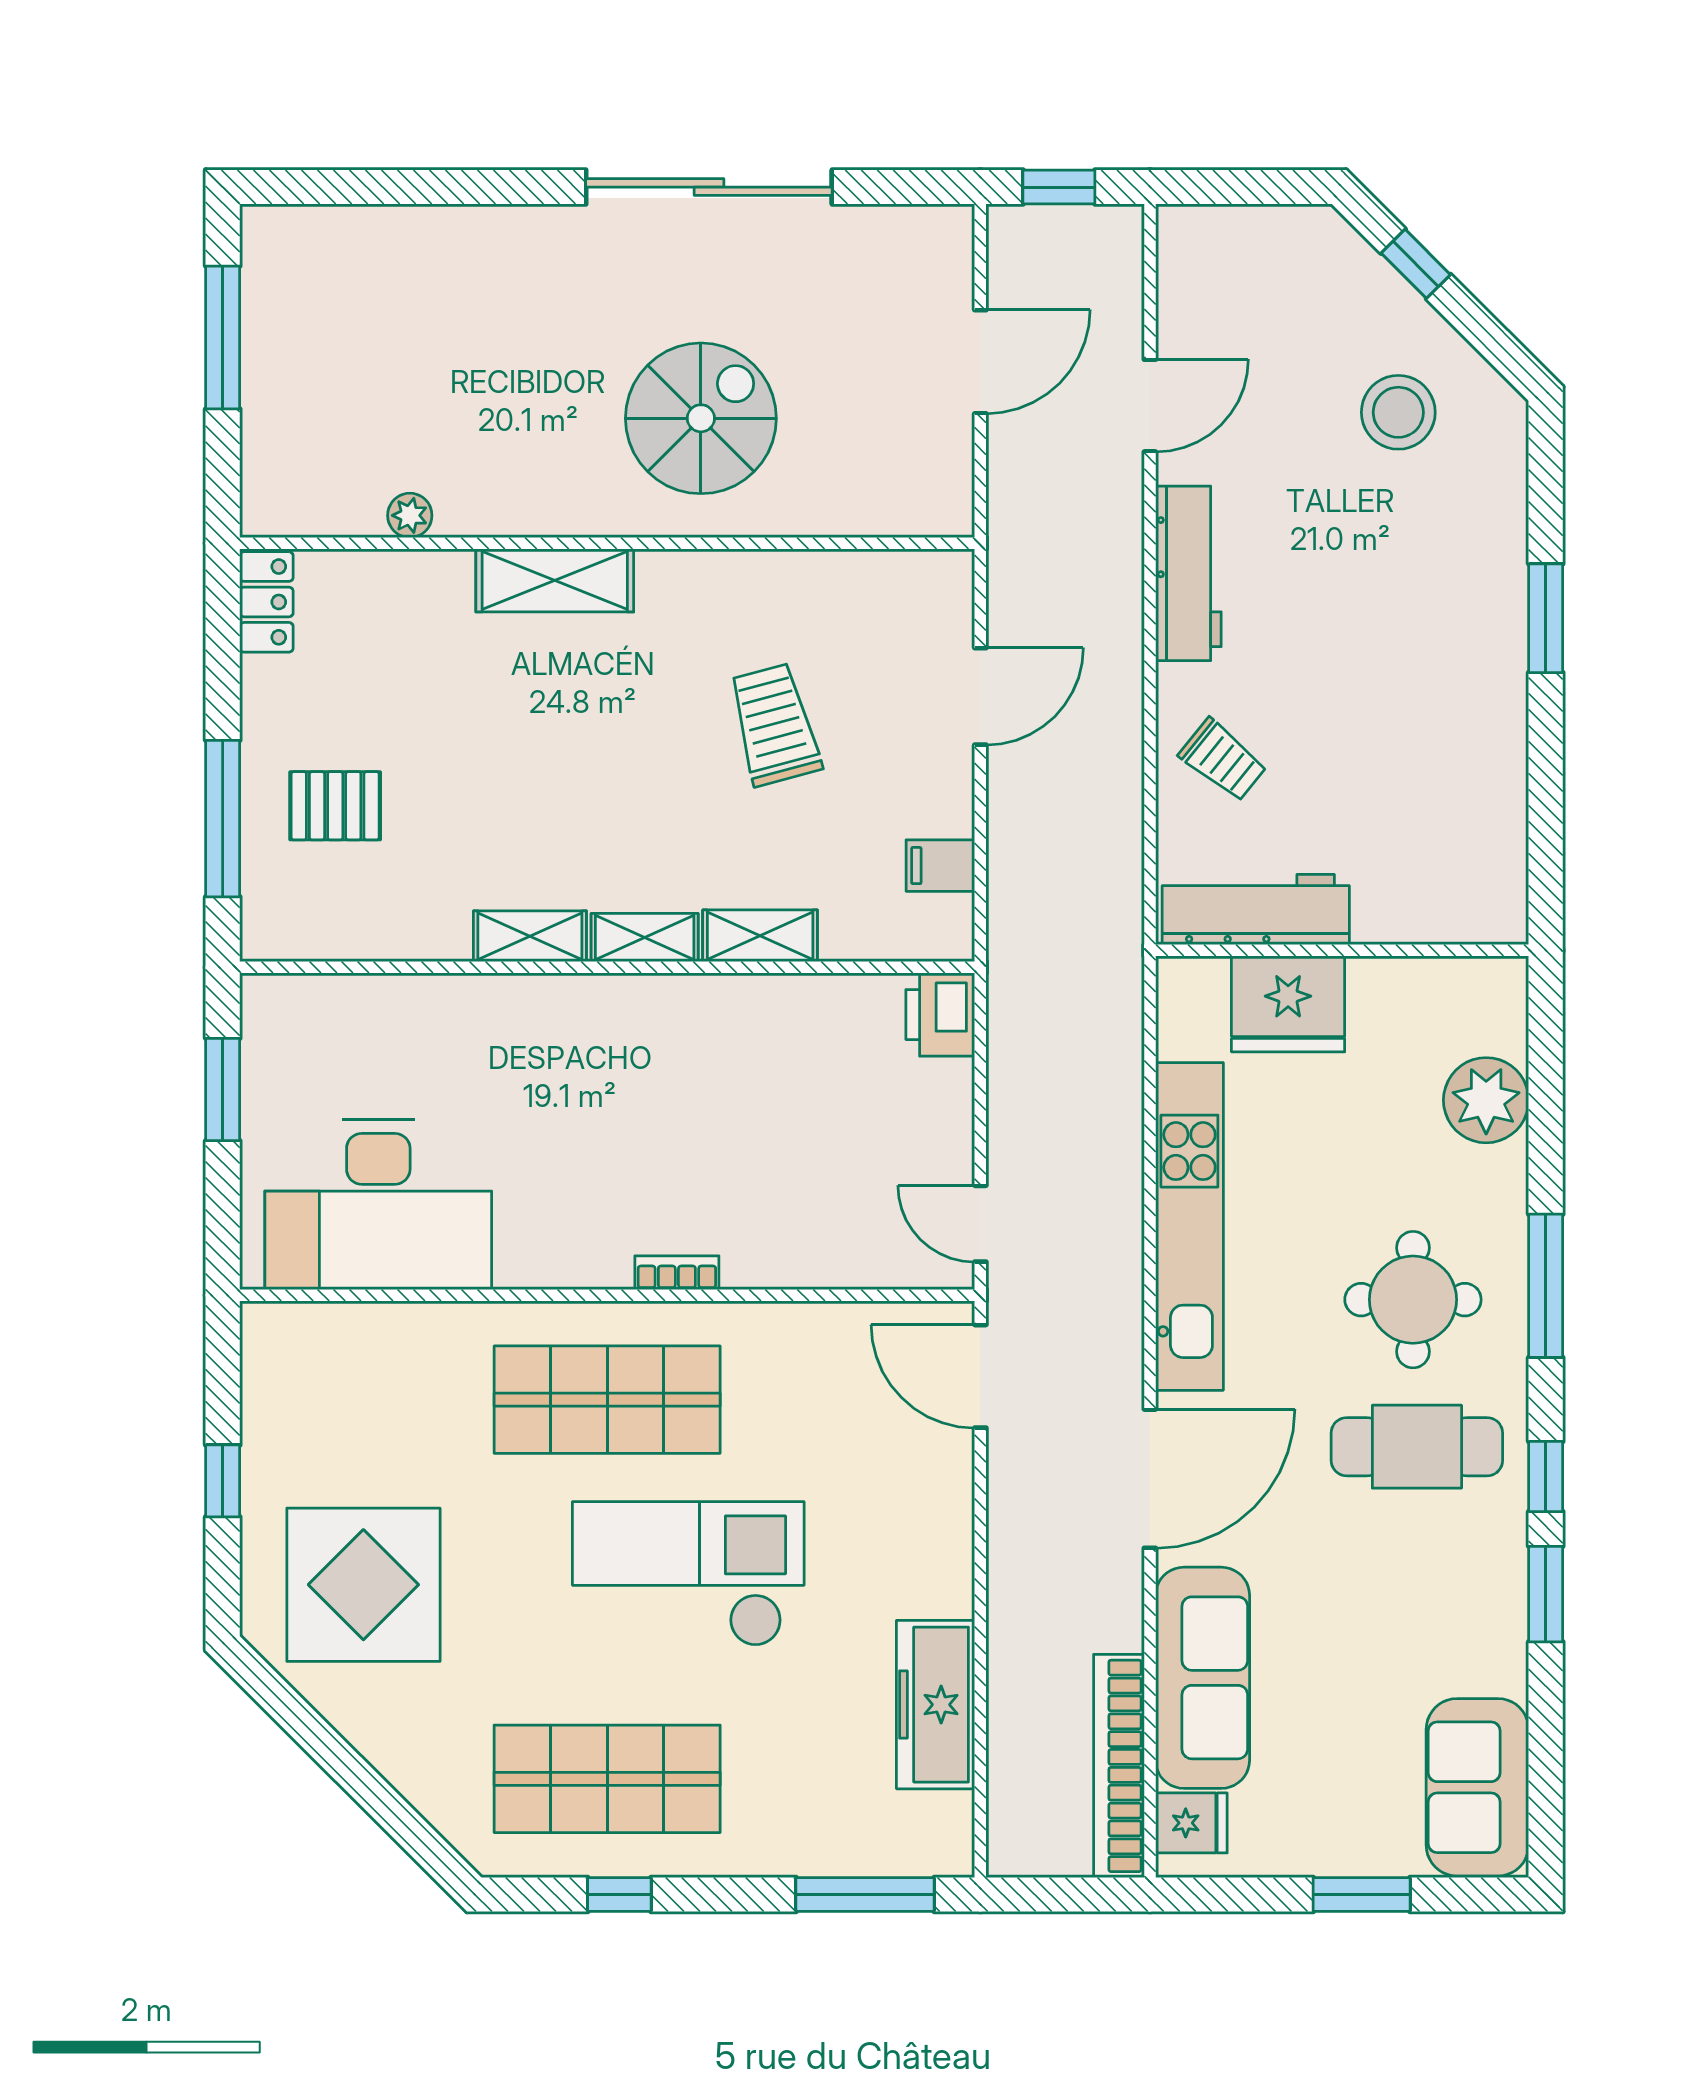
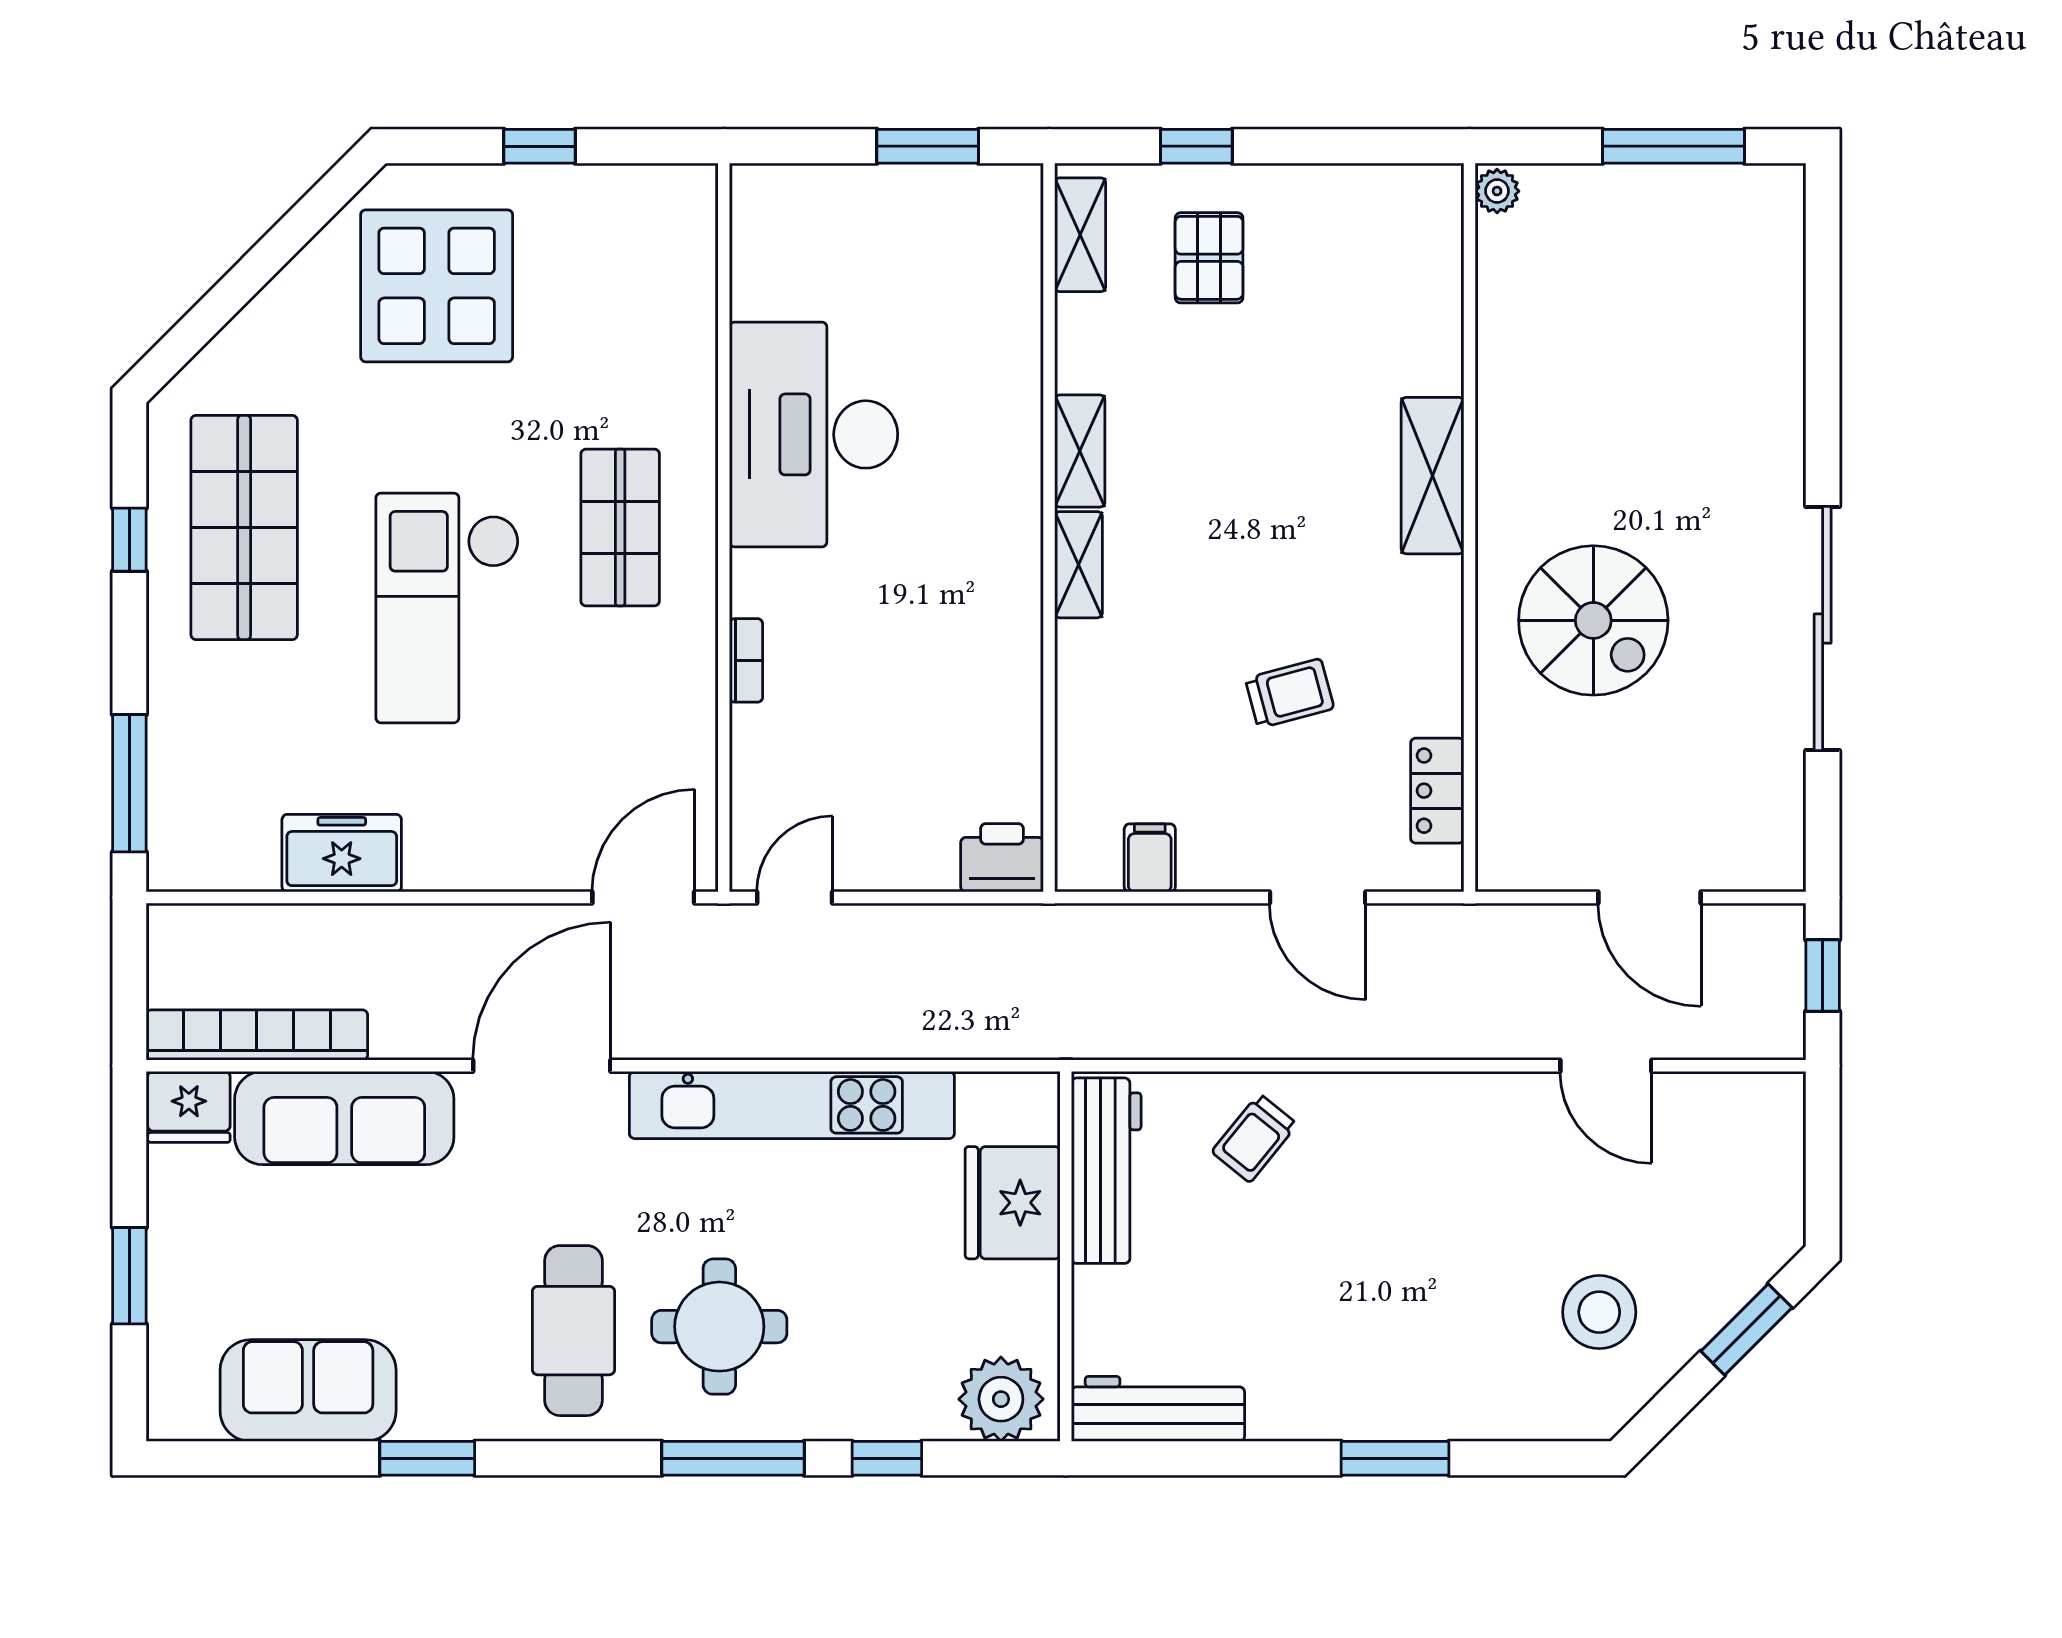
window: (1416, 264) -> (1746, 1329), width x1.50
plant: (410, 515) -> (1497, 191), moved
workbench: (1188, 573) -> (1158, 1409), moved, turned 180
locker: (266, 602) -> (1437, 791), moved, turned 90
trolley: (774, 725) -> (1290, 693), width x0.73, depth x0.72
window: (223, 819) -> (1196, 146), width x0.46
shelving: (760, 936) -> (1080, 235), moved
plant: (1486, 1100) -> (1001, 1399), moved
desk: (378, 1205) -> (814, 434), moved
bookcase: (677, 1273) -> (746, 660), moved
shop shelf: (607, 1400) -> (620, 528), width x0.70, depth x0.74
window: (1546, 1477) -> (887, 1458), moved
door: (1150, 1479) -> (542, 1066), swing flipped
checkout: (688, 1574) -> (447, 608), turned 180
freezer: (936, 1705) -> (342, 853), width x0.71
sofa: (1477, 1787) -> (308, 1391), moved
fridge: (1191, 1823) -> (189, 1107), width x1.38

